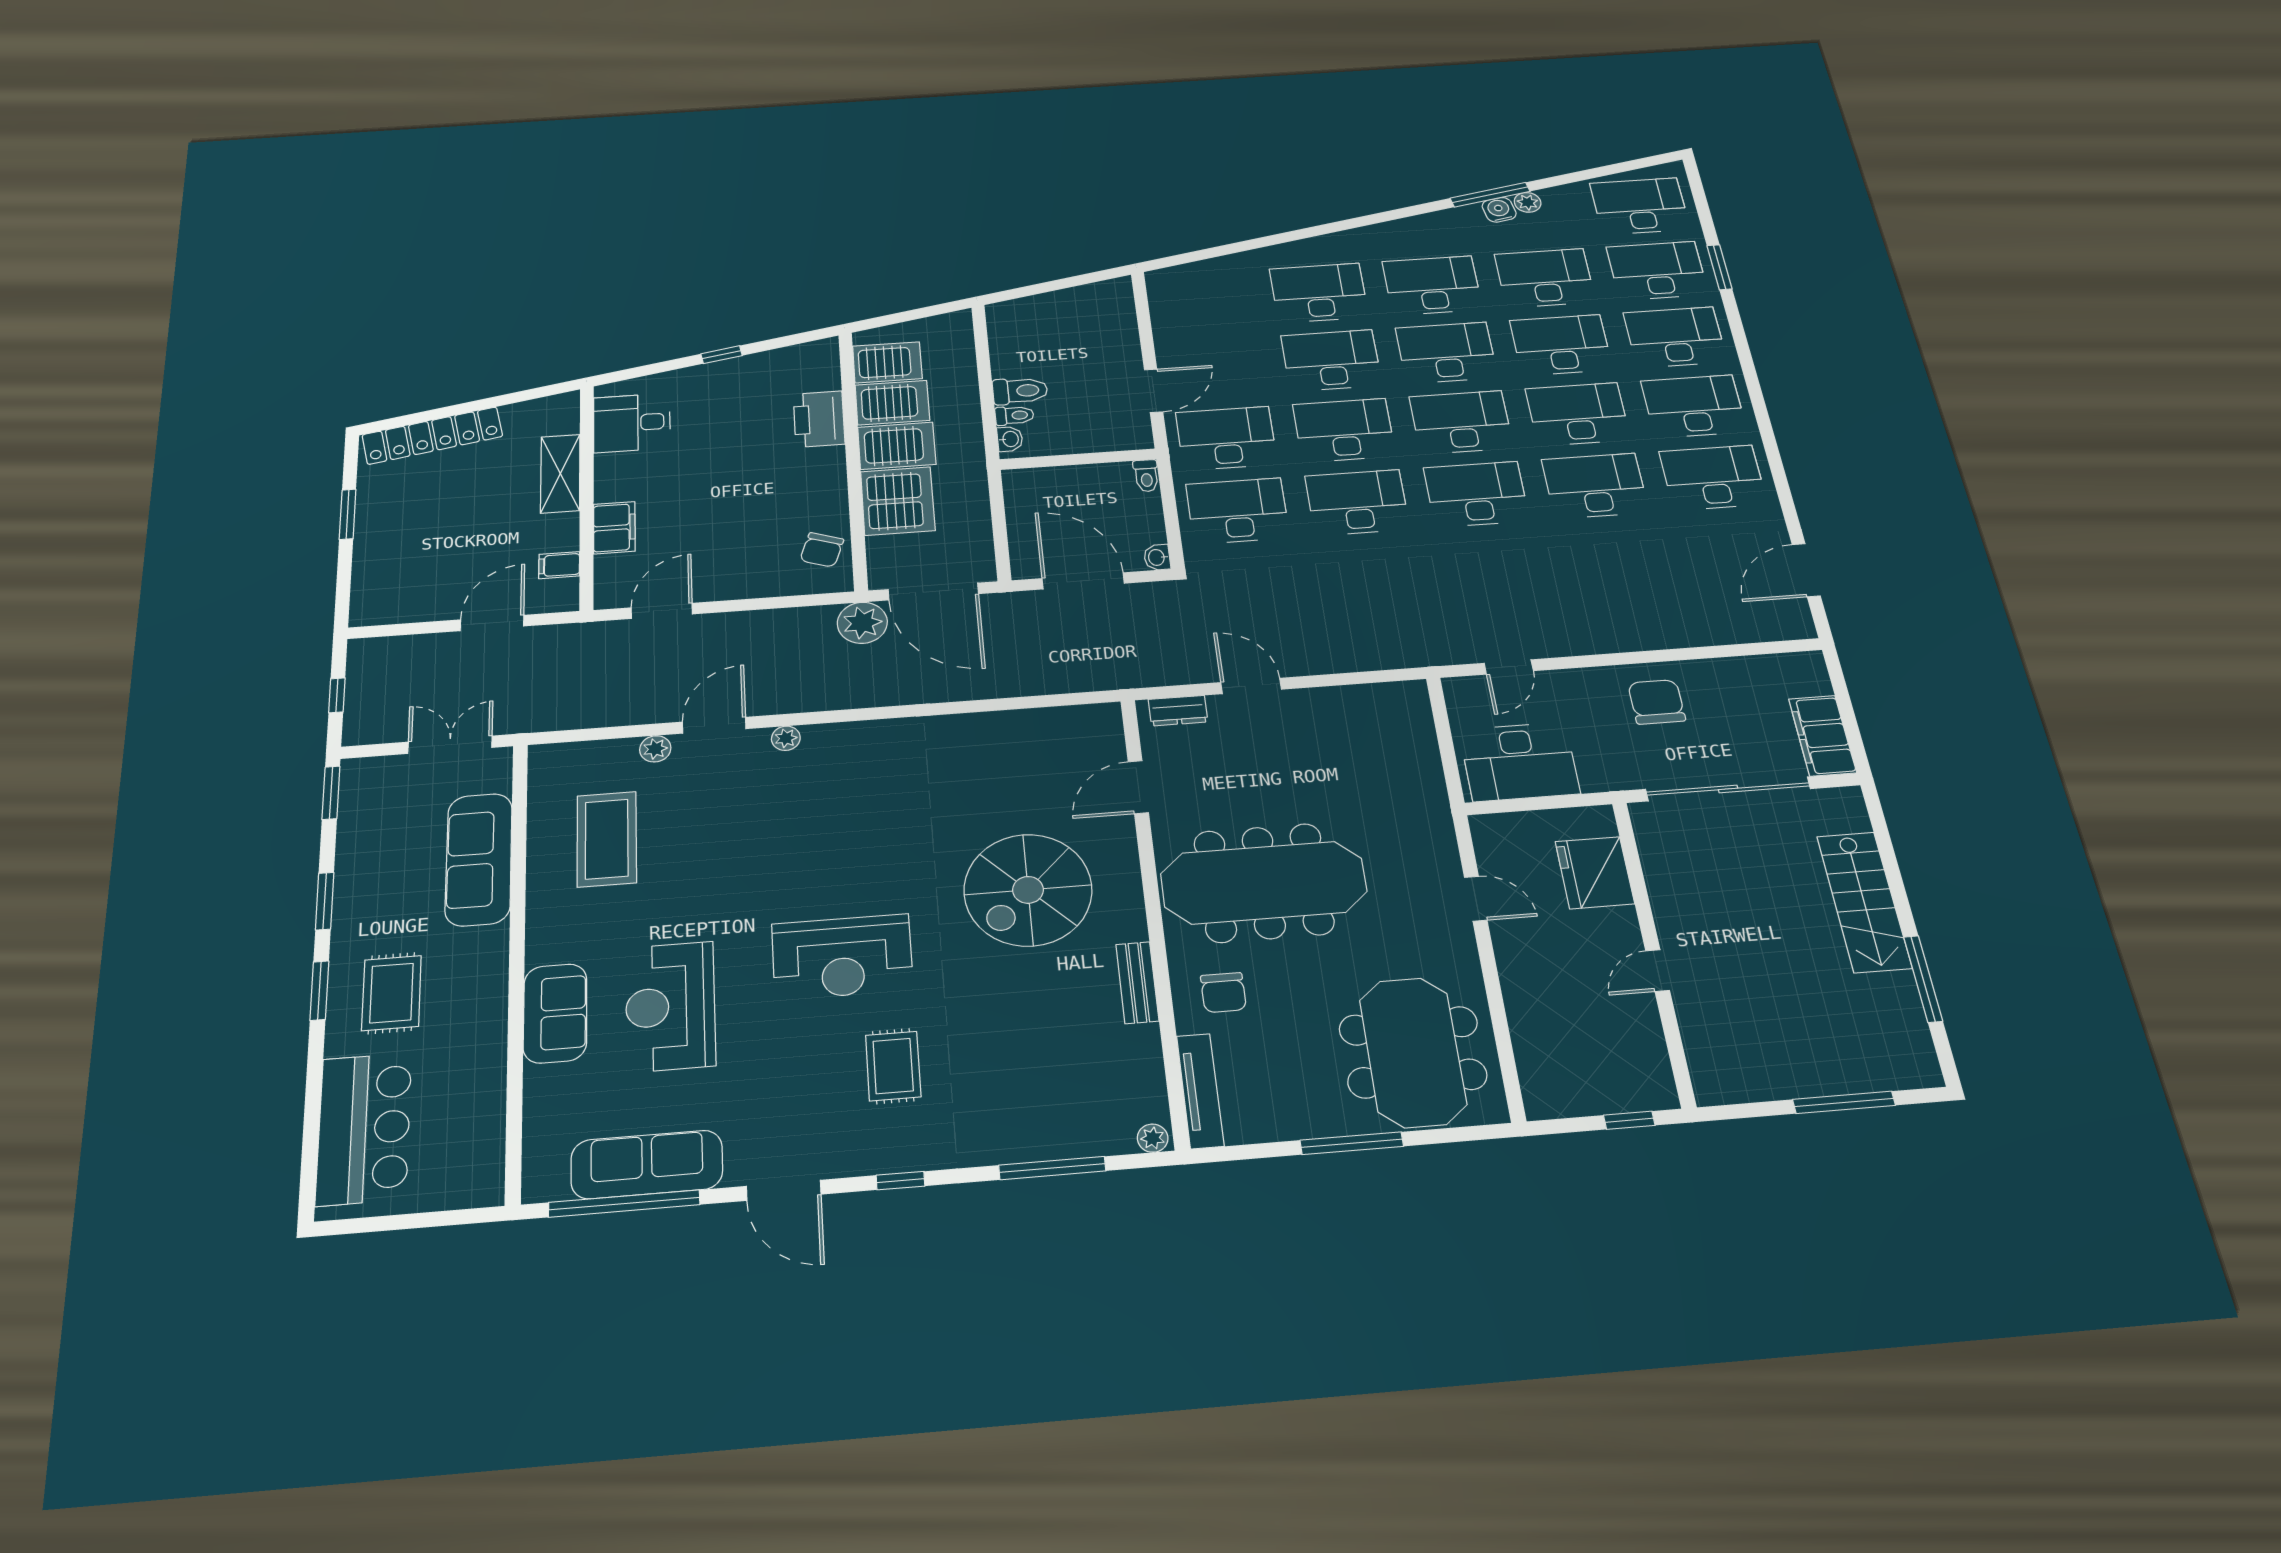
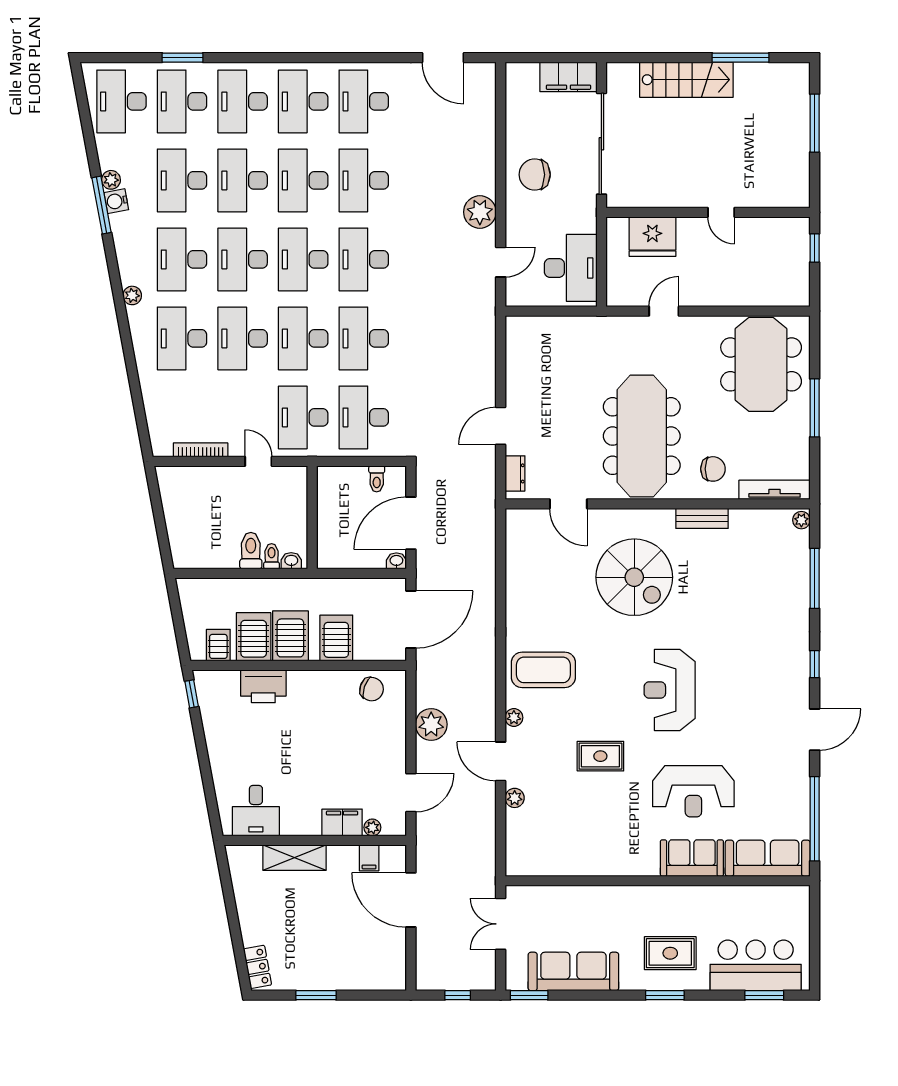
plant: (1370, 235) -> (132, 295), added
bookcase: (1161, 324) -> (201, 450), added
window: (722, 355) -> (192, 694), moved
server rack: (887, 362) -> (218, 645), width x0.73, depth x0.70
door: (1154, 391) -> (258, 461), width x0.73
locker: (432, 436) -> (257, 967), width x0.46, depth x0.83
toilet: (1146, 476) -> (377, 479), moved, turned 90
server rack: (898, 501) -> (336, 638), width x0.62
washbasin: (1157, 557) -> (396, 561), moved, turned 180
plant: (607, 566) -> (372, 827), added
door: (662, 611) -> (411, 793), swing flipped
door: (492, 623) -> (411, 900), width x1.36
plant: (862, 623) -> (431, 724), moved
plant: (1581, 634) -> (480, 212), added
door: (1509, 667) -> (501, 262), hinge flipped
coffee table: (607, 839) -> (543, 670), moved
sofa: (479, 859) -> (573, 971), moved, turned 180
window: (325, 901) -> (764, 995), moved
reception desk: (842, 957) -> (670, 690), turned 180
meeting table: (1413, 1052) -> (761, 364), turned 90
rug: (893, 1066) -> (600, 756), moved
sofa: (647, 1164) -> (768, 858), moved, turned 90

